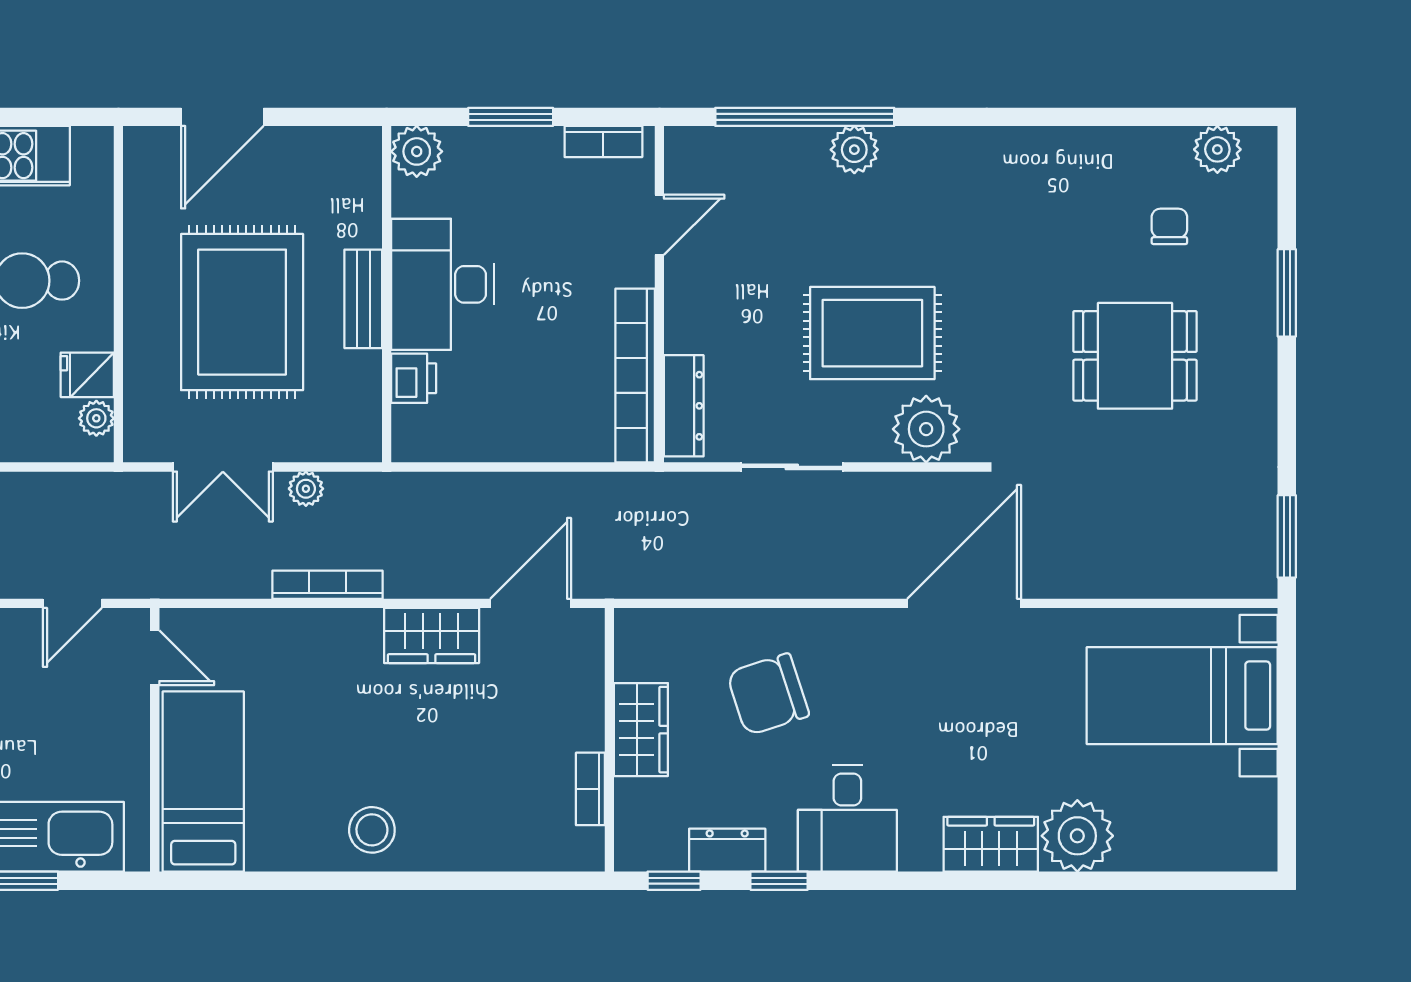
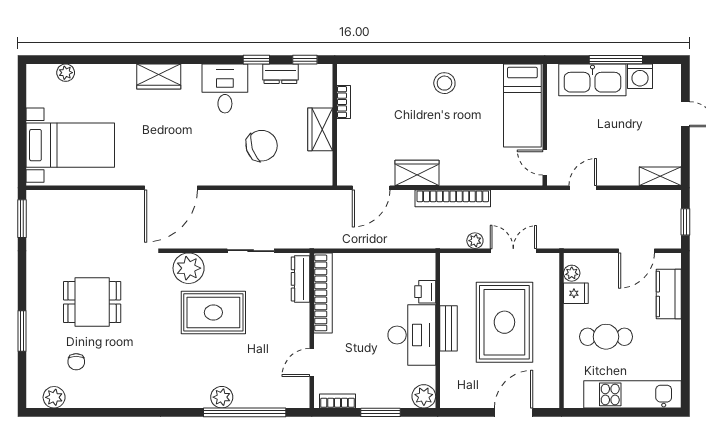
bookcase: (328, 585) -> (453, 198), width x1.48, depth x1.31
plant: (1077, 836) -> (66, 73), moved, width x0.53, depth x0.53

